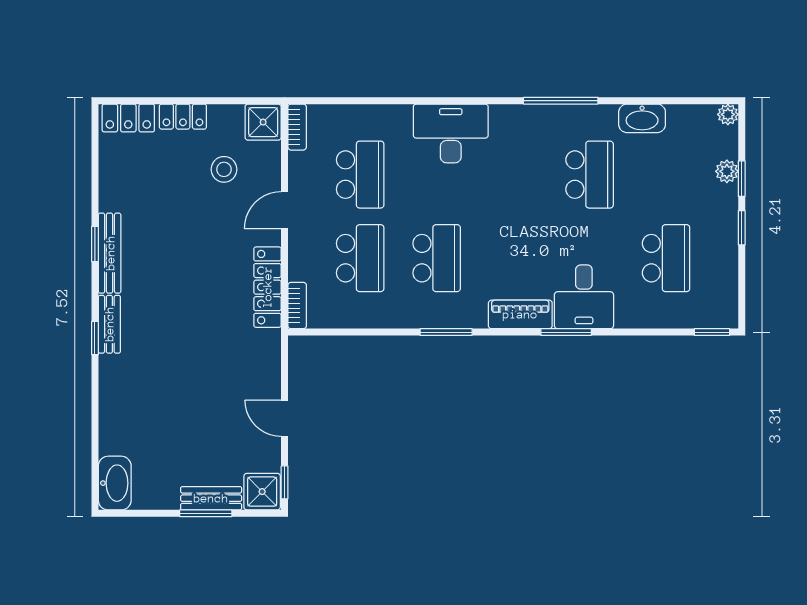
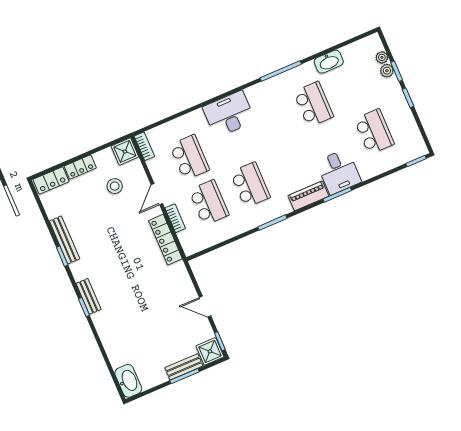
plant: (728, 114) -> (382, 57), moved
bench: (110, 253) -> (65, 240), moved
bookcase: (297, 306) -> (175, 218), moved

